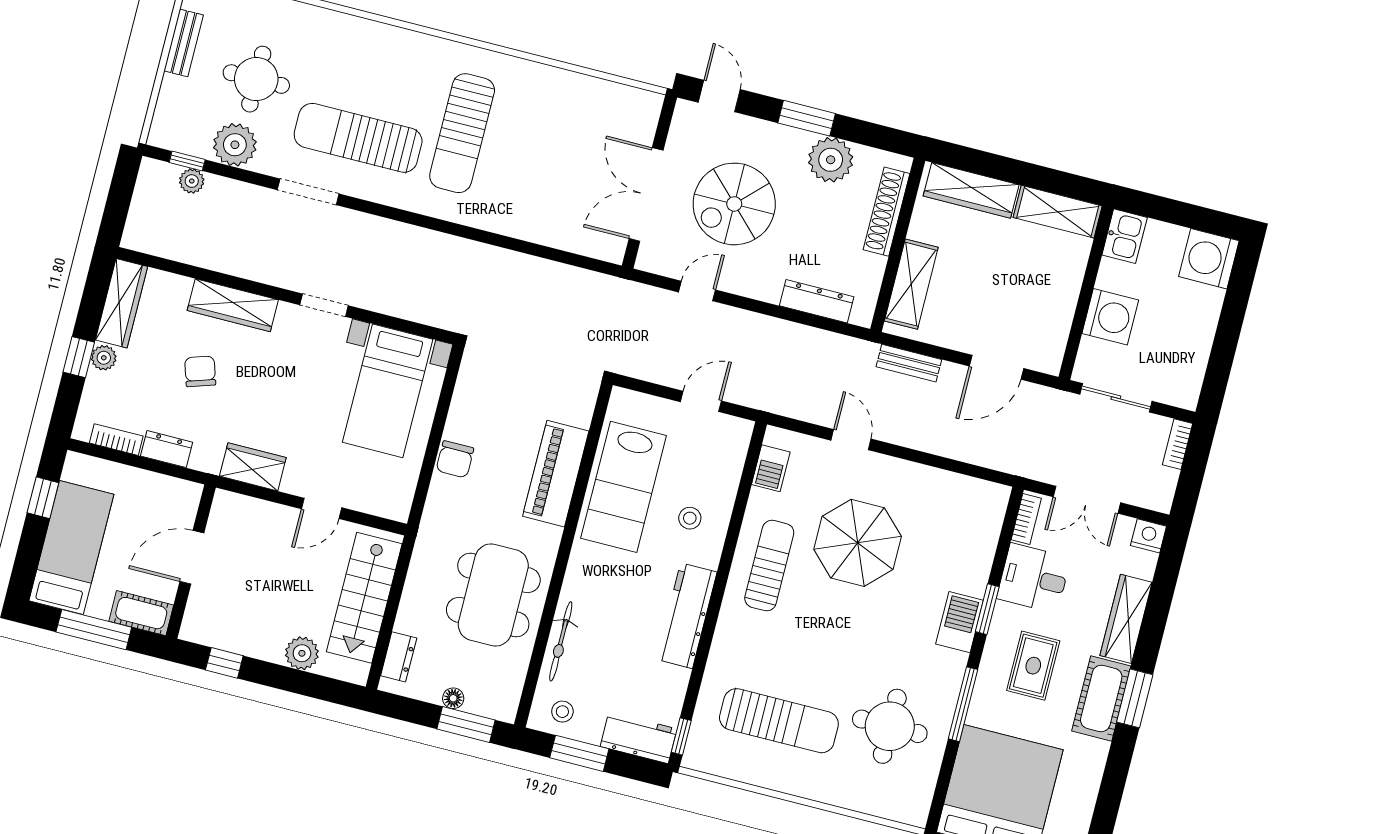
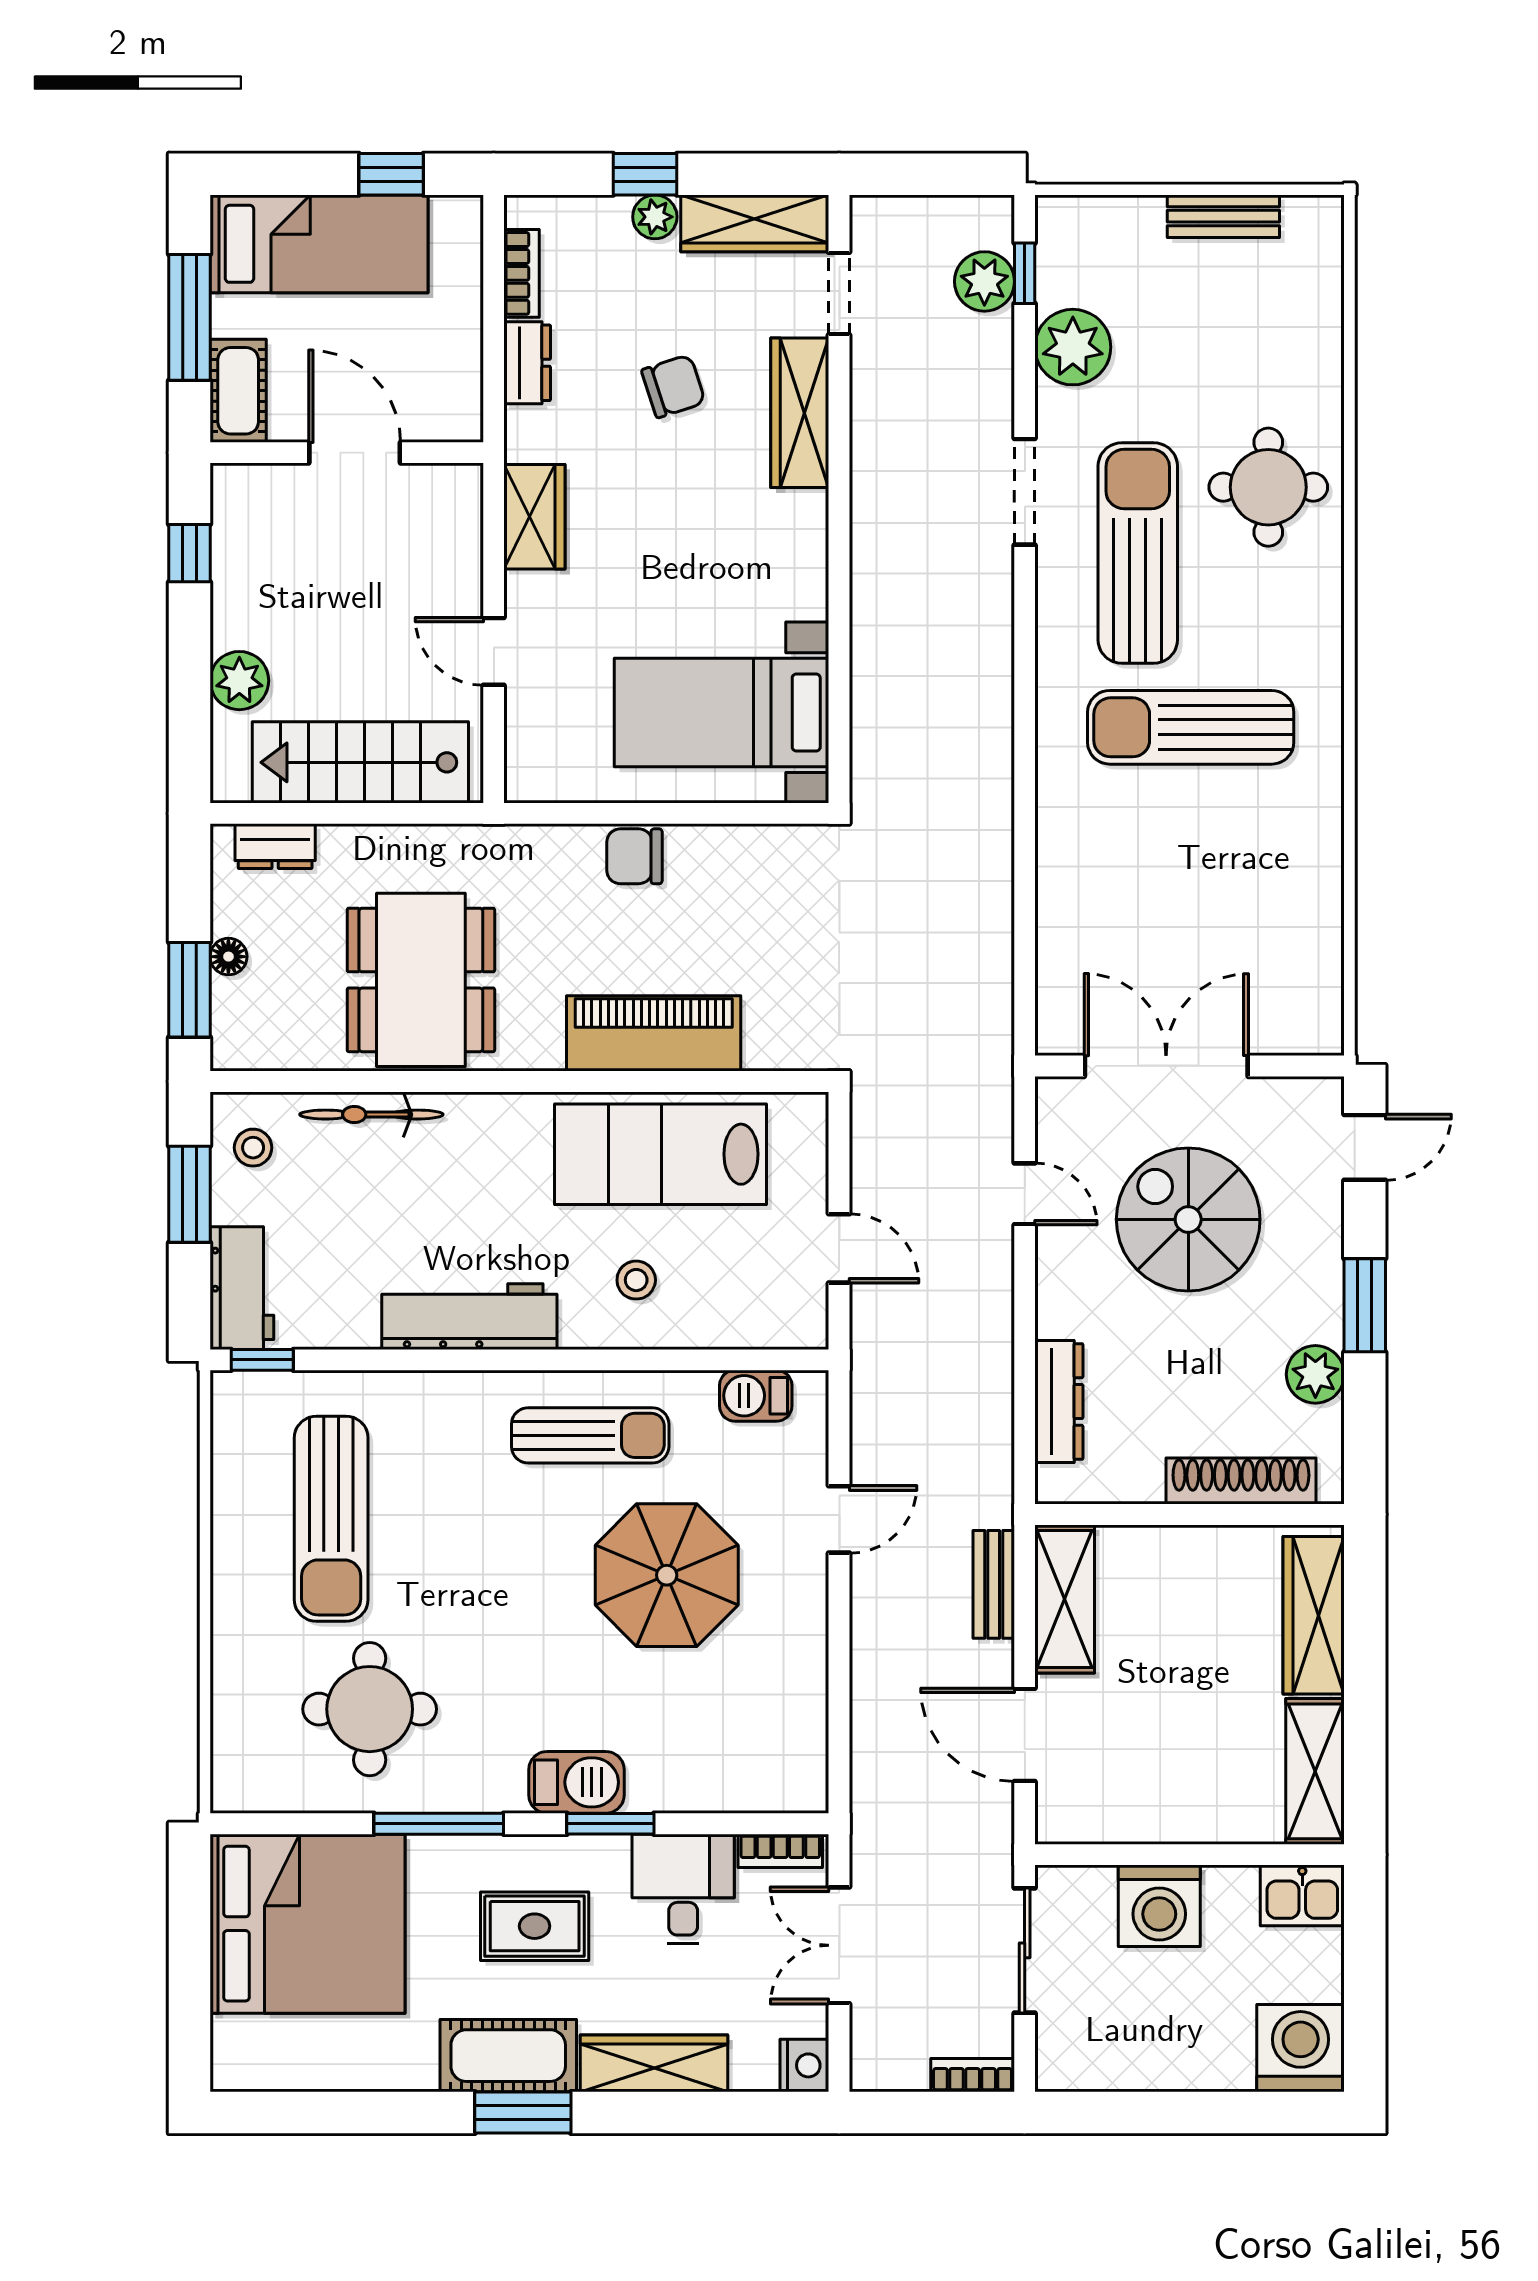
round table: (256, 79) -> (1268, 487), moved
plant: (831, 160) -> (1315, 1374), width x0.73, depth x0.73
plant: (192, 181) -> (984, 281), width x1.38, depth x1.38
shelving: (911, 284) -> (1065, 1599), moved, turned 90
doorway: (324, 305) -> (839, 293), moved
dining table: (493, 595) -> (421, 980), turned 90

